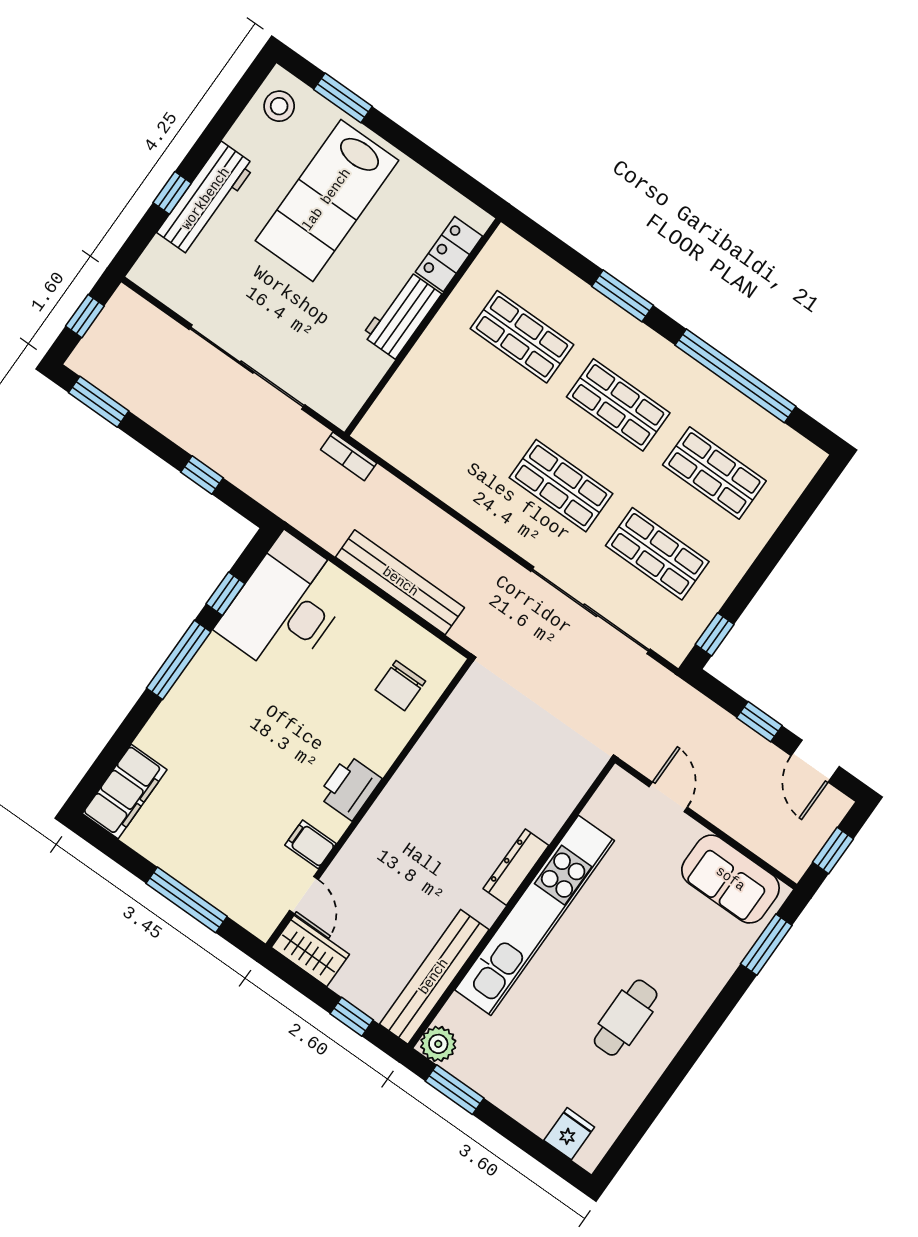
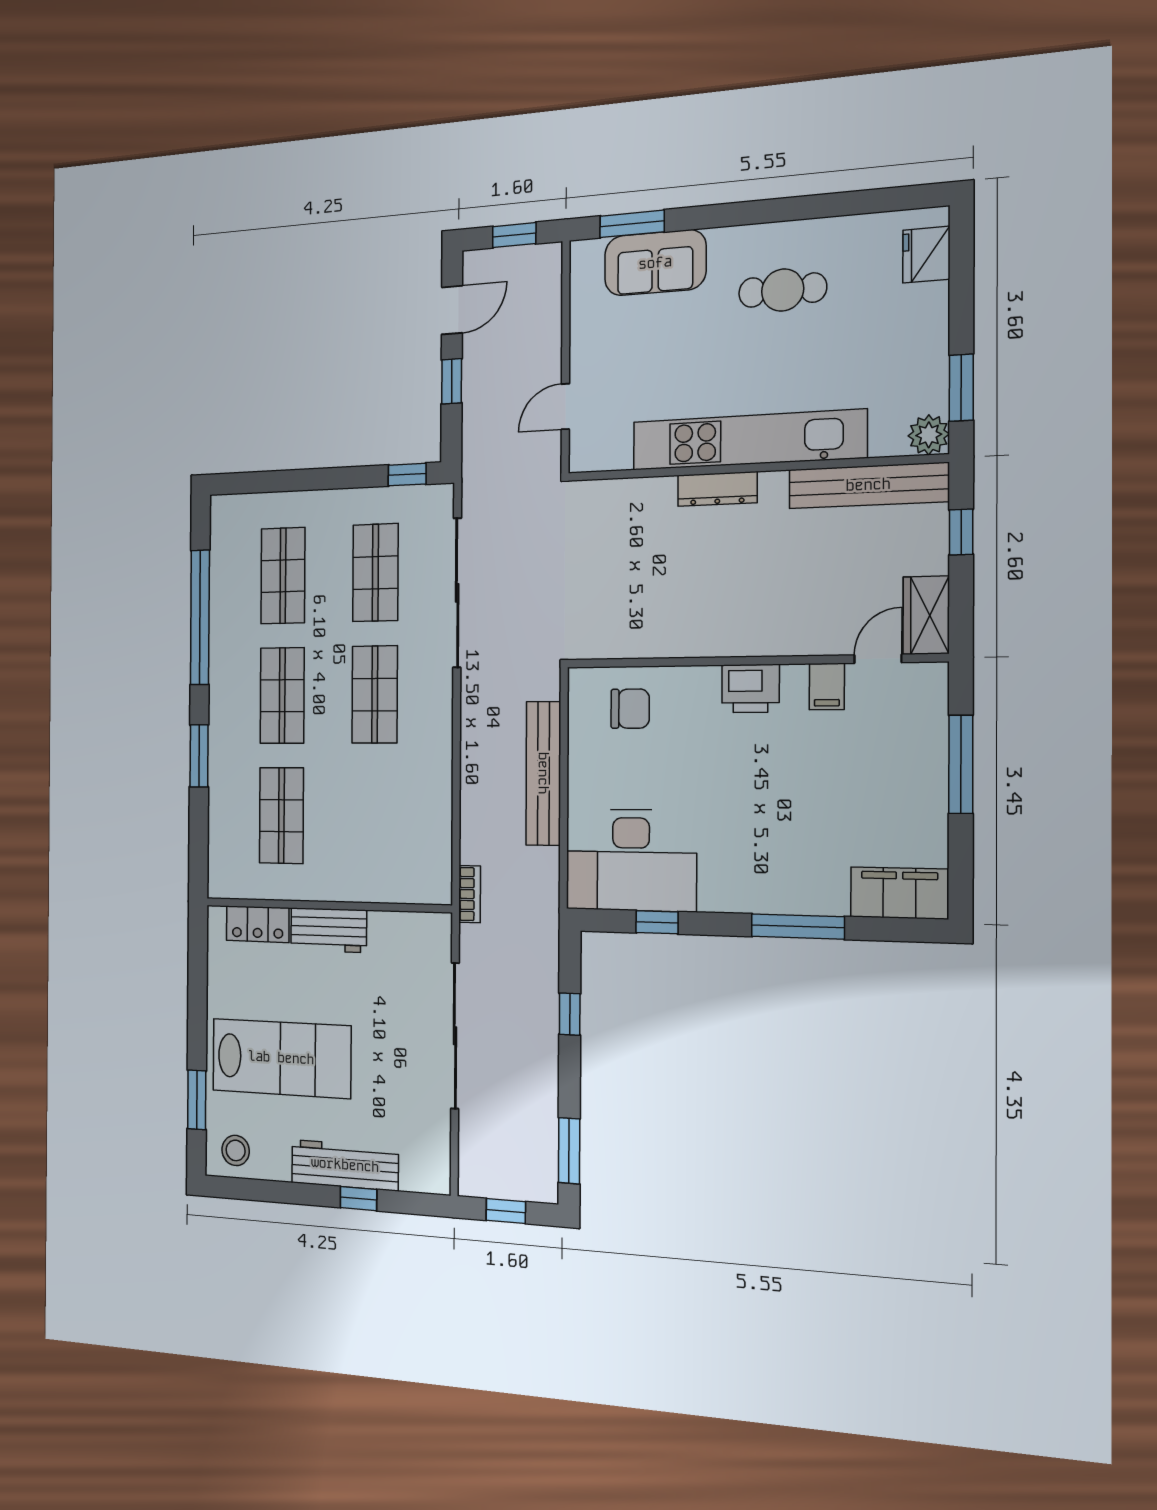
window: (179, 660) -> (798, 927), moved
sofa: (730, 879) -> (655, 263), moved, turned 90
fridge: (569, 1134) -> (926, 255), width x1.38

